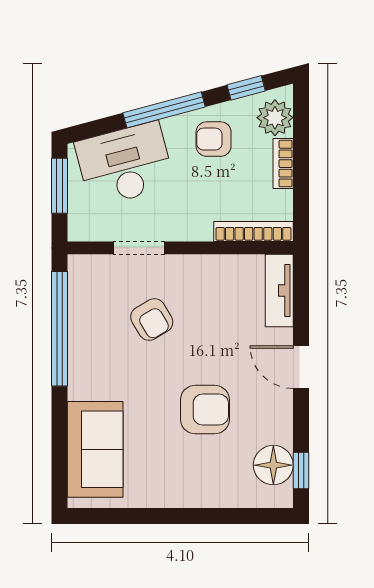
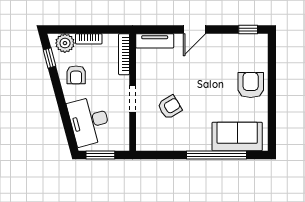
window: (164, 110) -> (61, 101), removed
doorway: (139, 248) -> (133, 99), moved
window: (59, 329) -> (217, 155), moved
armchair: (205, 410) -> (251, 85), moved
floor lamp: (273, 465) -> (245, 44), removed

